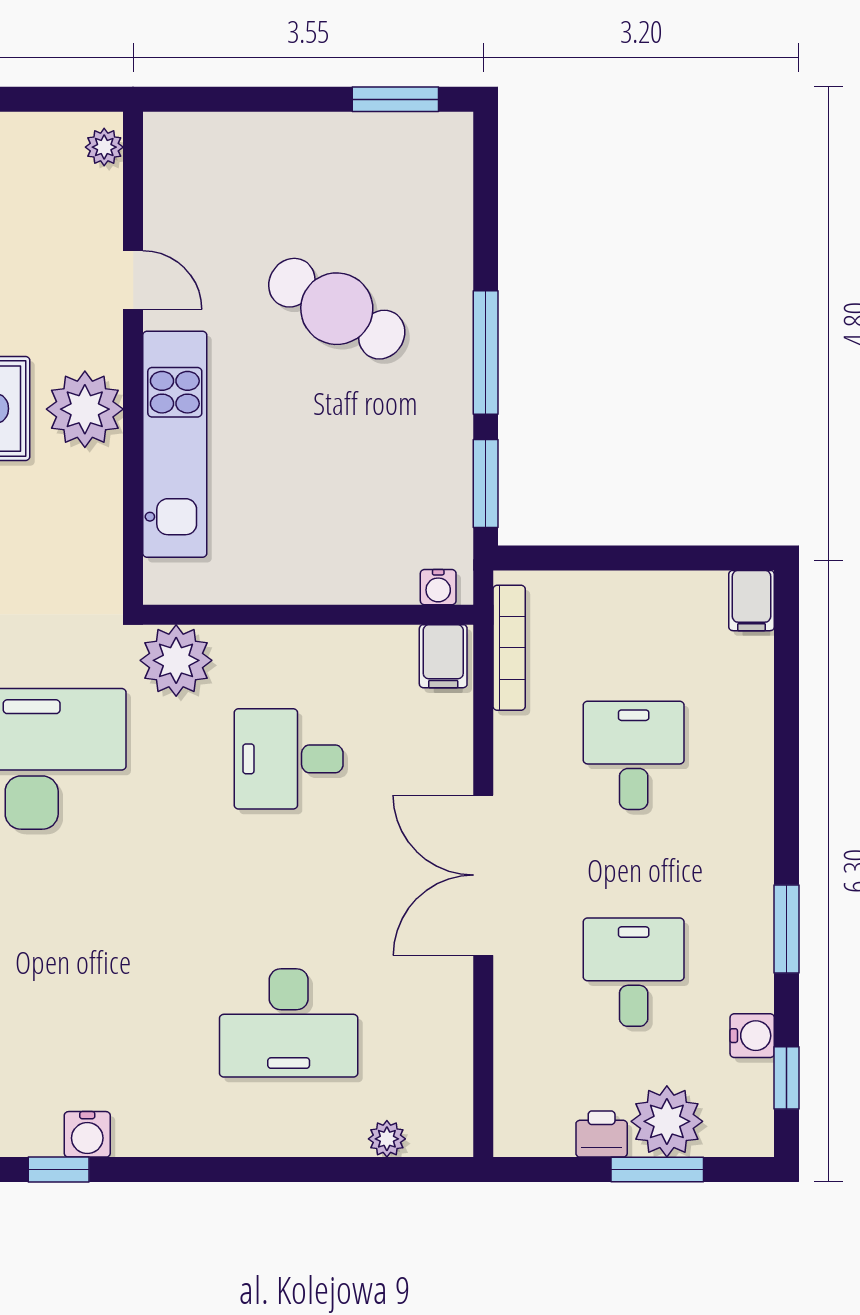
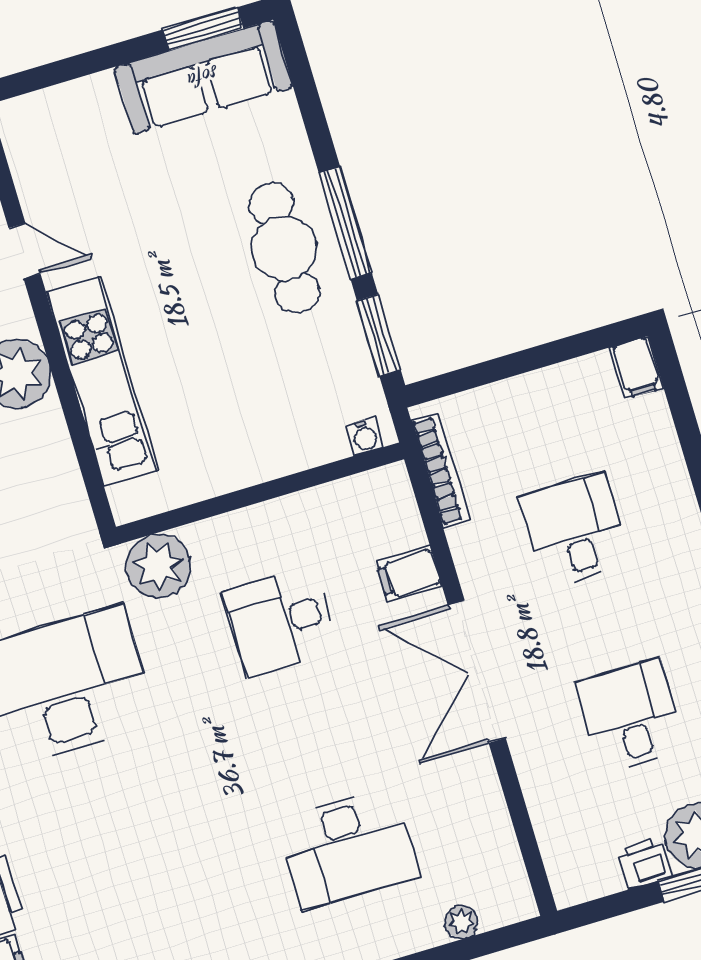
sofa: (380, 151) -> (204, 77), added
cafe table: (337, 309) -> (284, 248), moved, turned 60
filing cabinet: (443, 656) -> (409, 574), moved, turned 90

